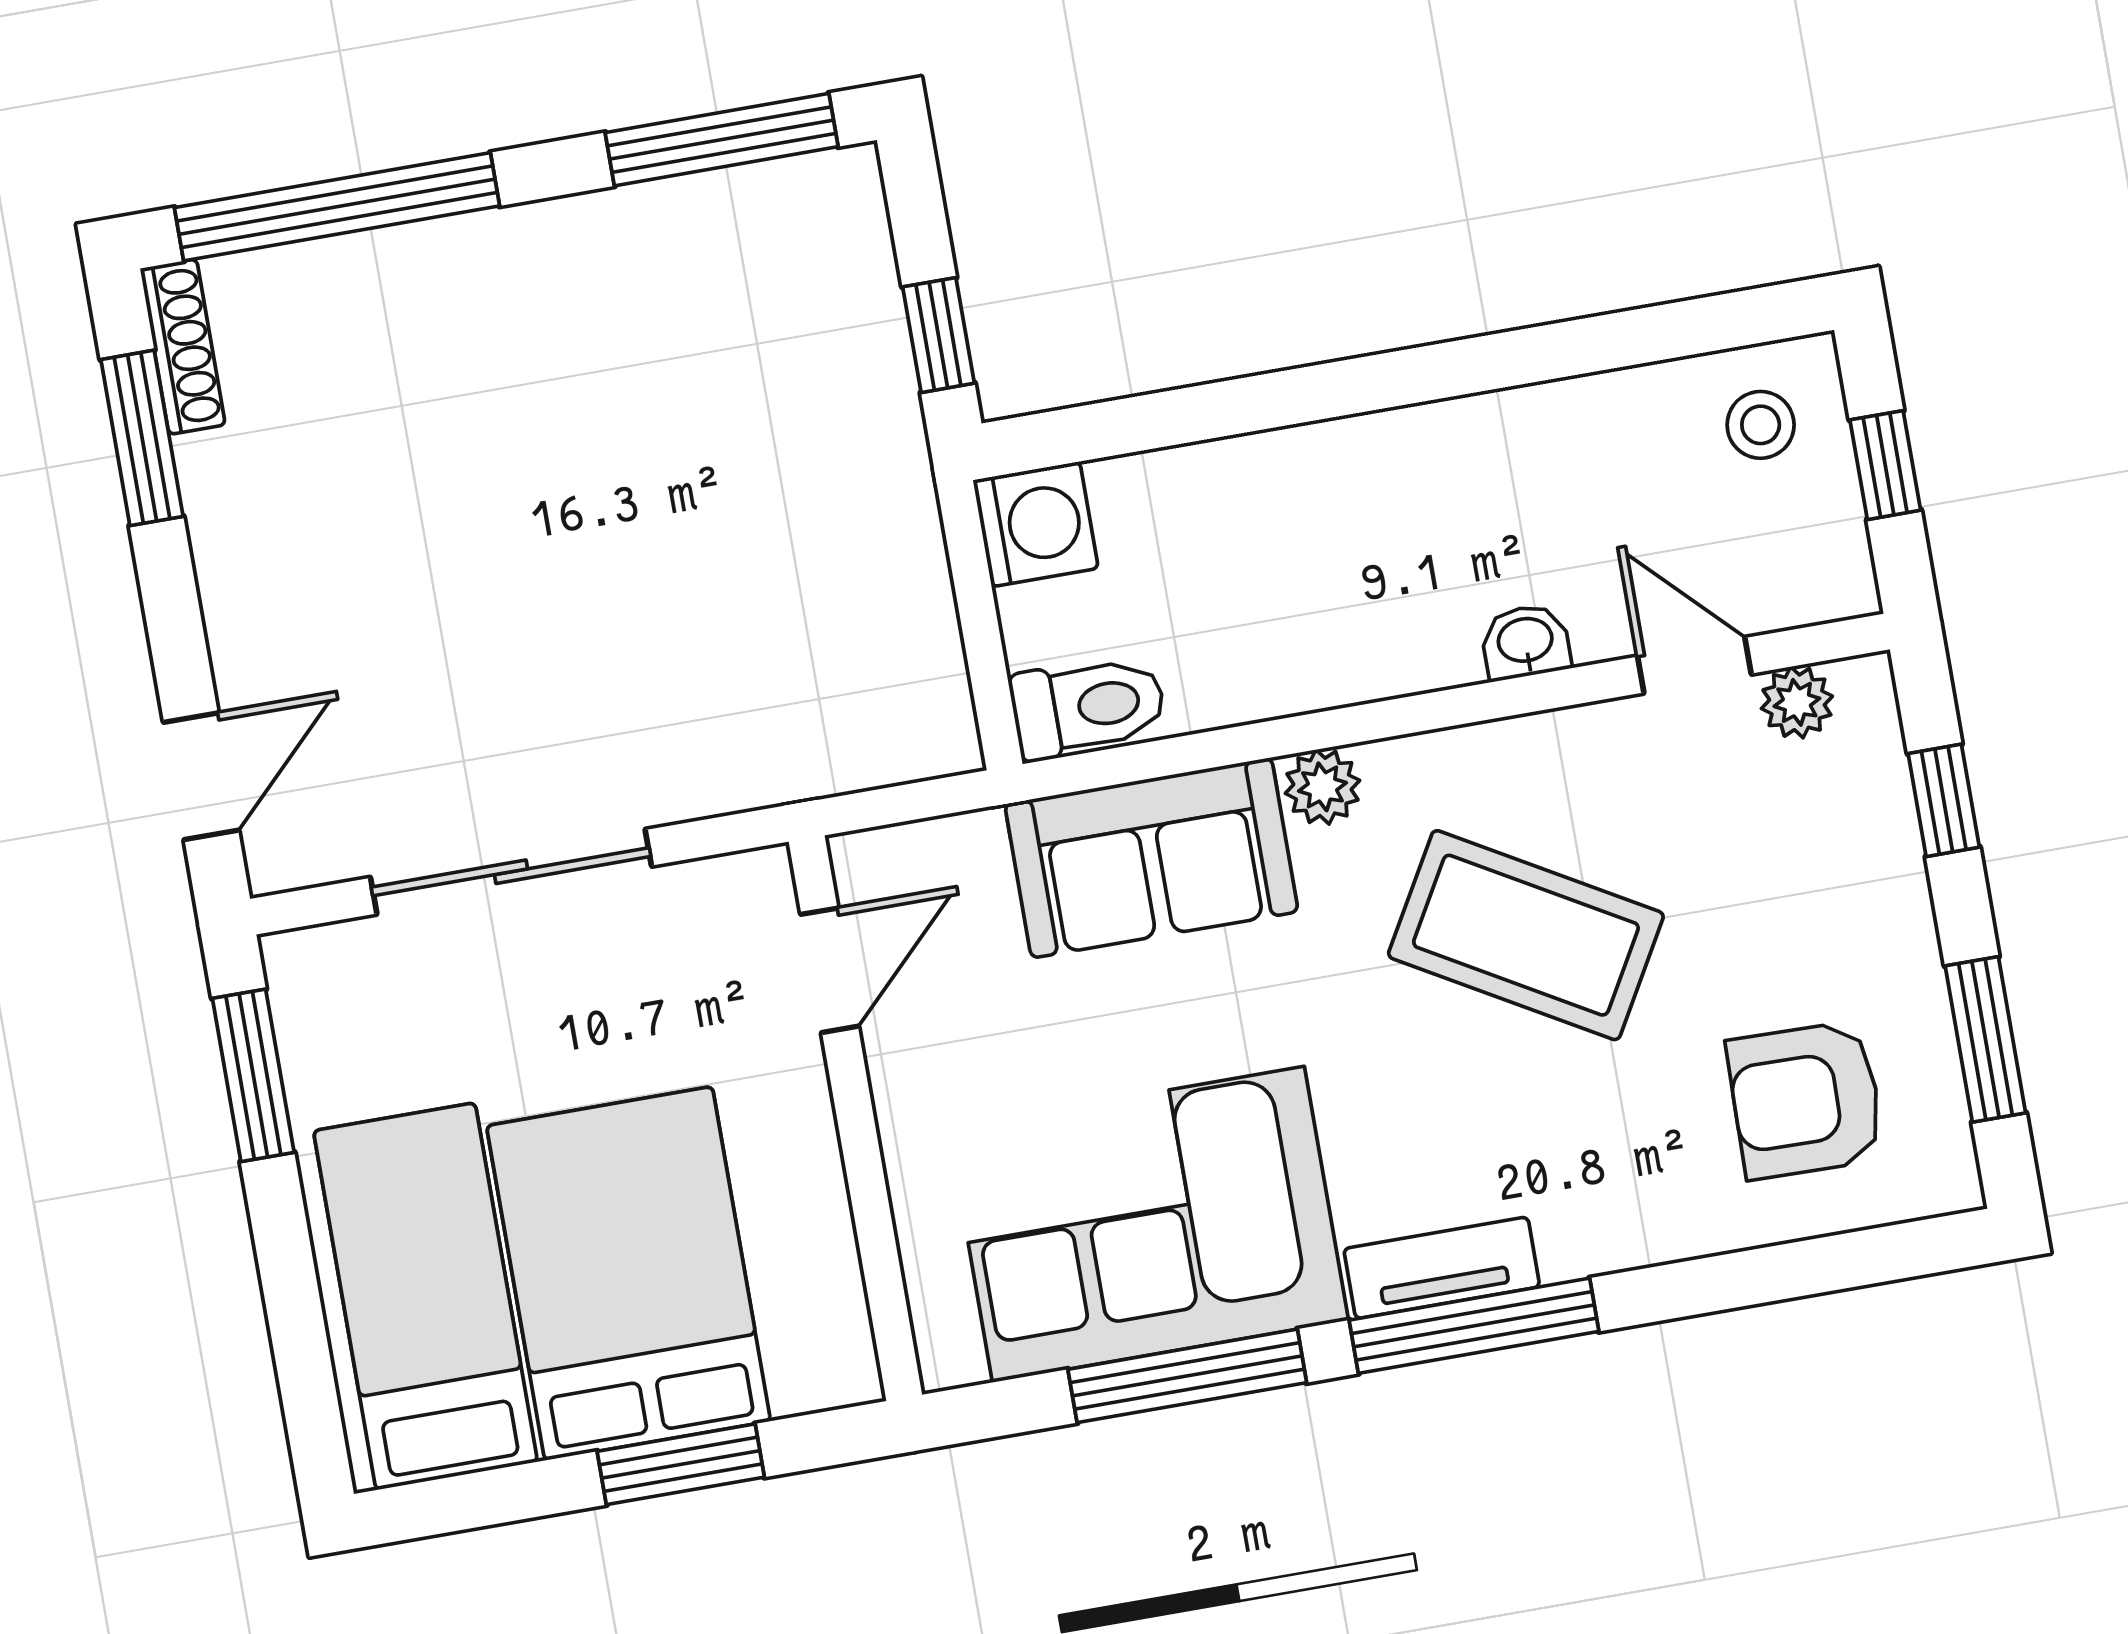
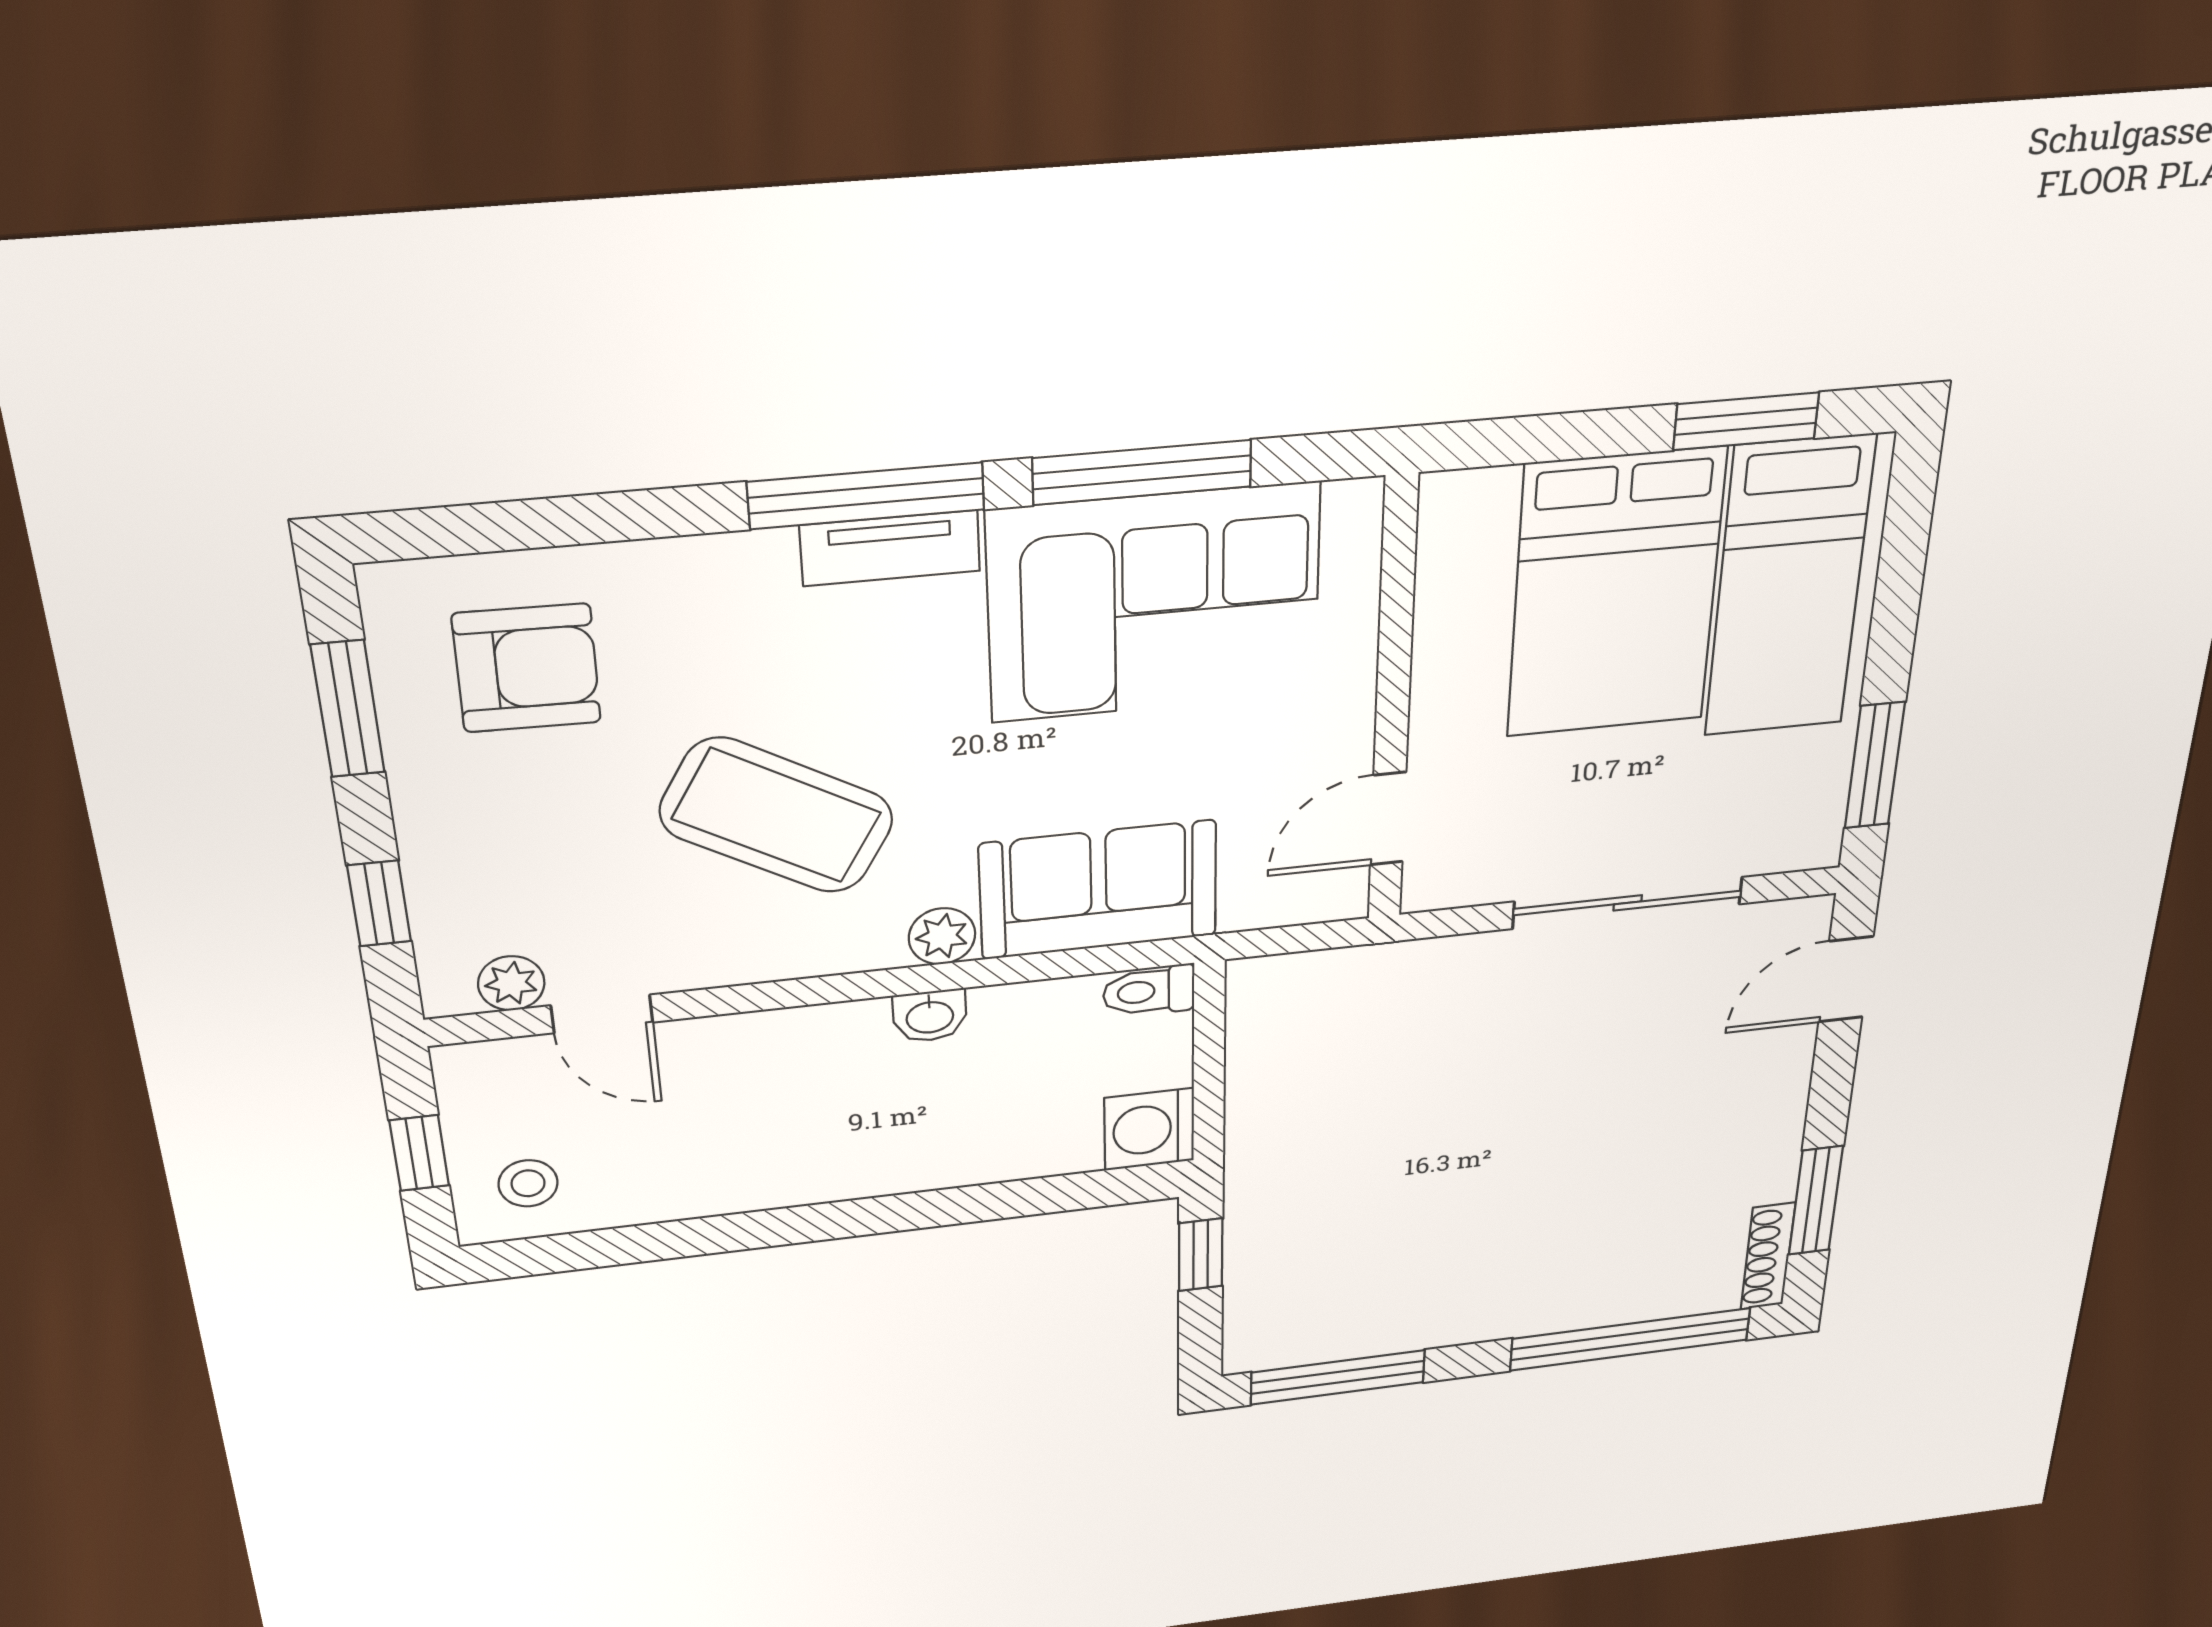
washbasin: (1525, 642) -> (930, 1016), moved
toilet: (1088, 707) -> (1149, 991), width x0.73, depth x0.72
window: (681, 1464) -> (1746, 421), moved

